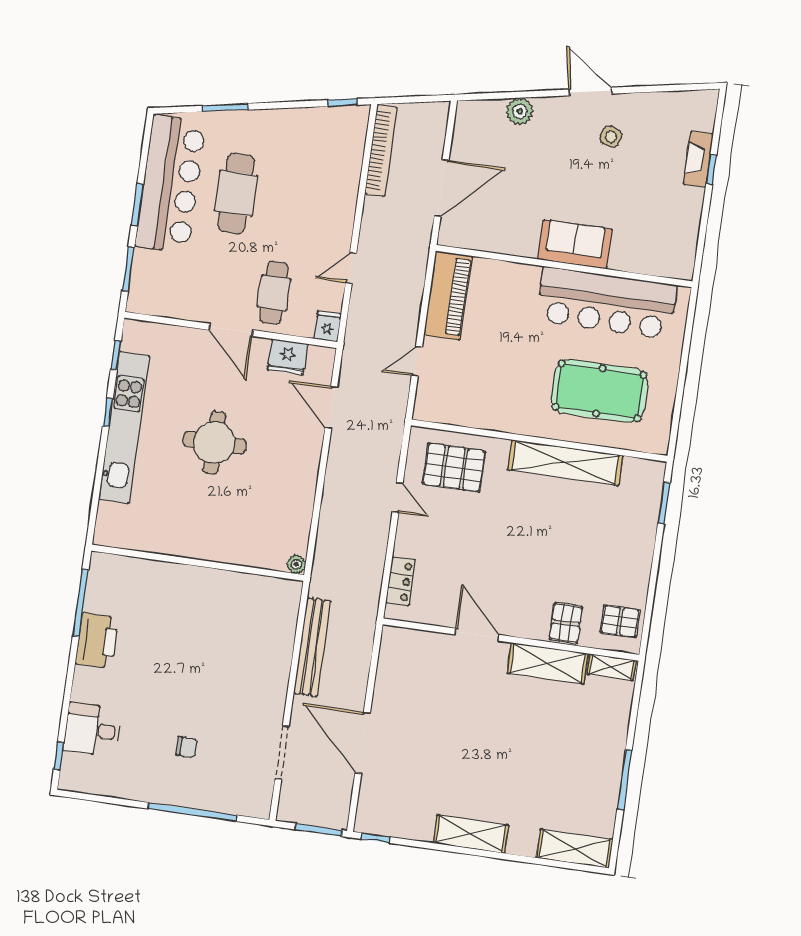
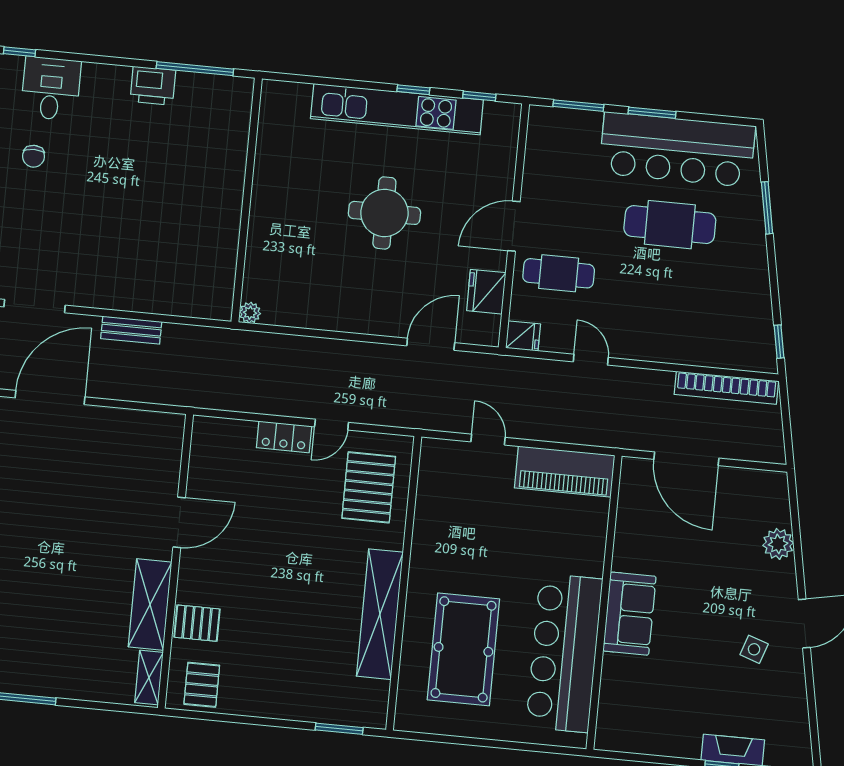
locker: (400, 581) -> (284, 437), moved
printer: (97, 641) -> (153, 86), width x0.73, depth x0.84
bench: (312, 647) -> (131, 330), width x0.54, depth x0.82
chair: (186, 747) -> (34, 156), moved

